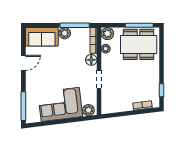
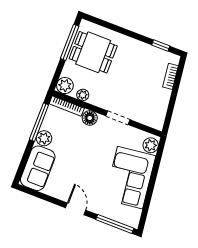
dining table: (139, 44) -> (93, 52), width x0.73
door: (23, 63) -> (76, 209), moved

